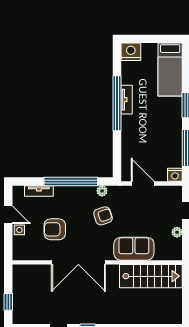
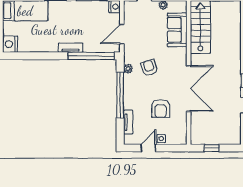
tv unit: (127, 100) -> (71, 48), moved
window: (117, 103) -> (91, 56), moved
sofa: (134, 249) -> (177, 30), moved
window: (8, 302) -> (212, 148), moved

